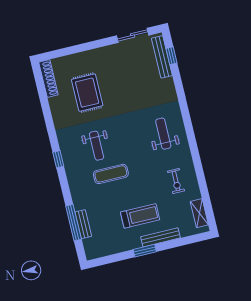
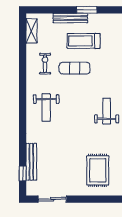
bench: (162, 57) -> (31, 162), moved
rug: (87, 93) -> (98, 170), moved
exercise mat: (111, 174) -> (75, 68), moved

